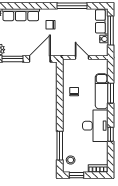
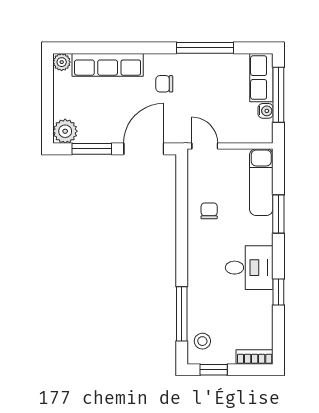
door: (82, 57) -> (205, 146), moved
exam couch: (102, 91) -> (261, 182), moved
desk: (95, 126) -> (249, 268), width x0.73

